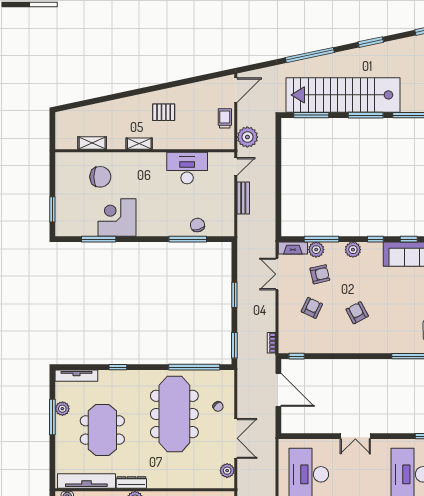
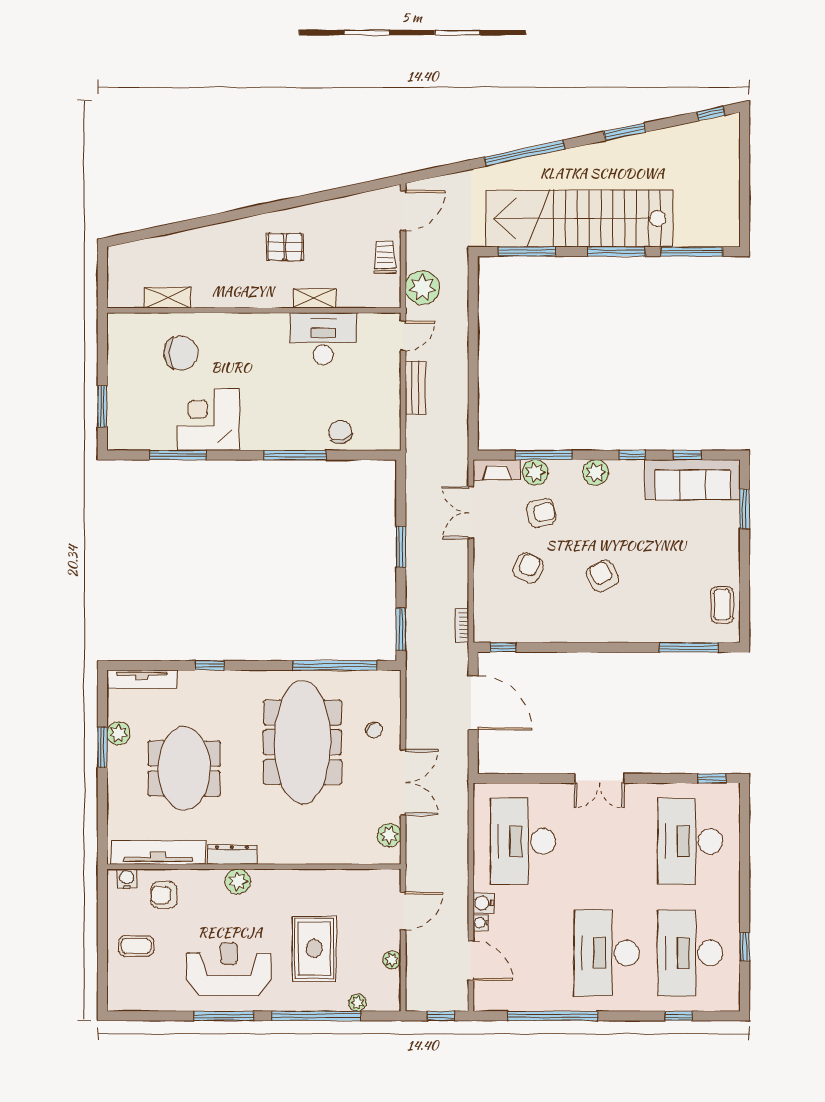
shelving: (139, 144) -> (315, 298), moved
window: (188, 239) -> (295, 455), moved
window: (52, 417) -> (102, 747), width x0.69

